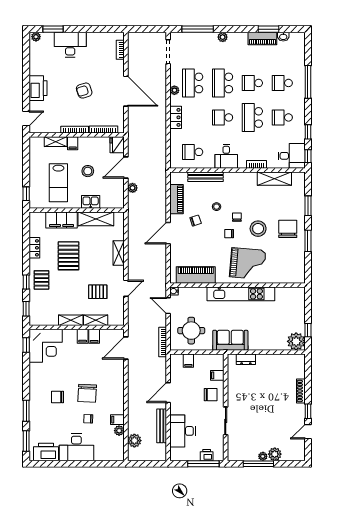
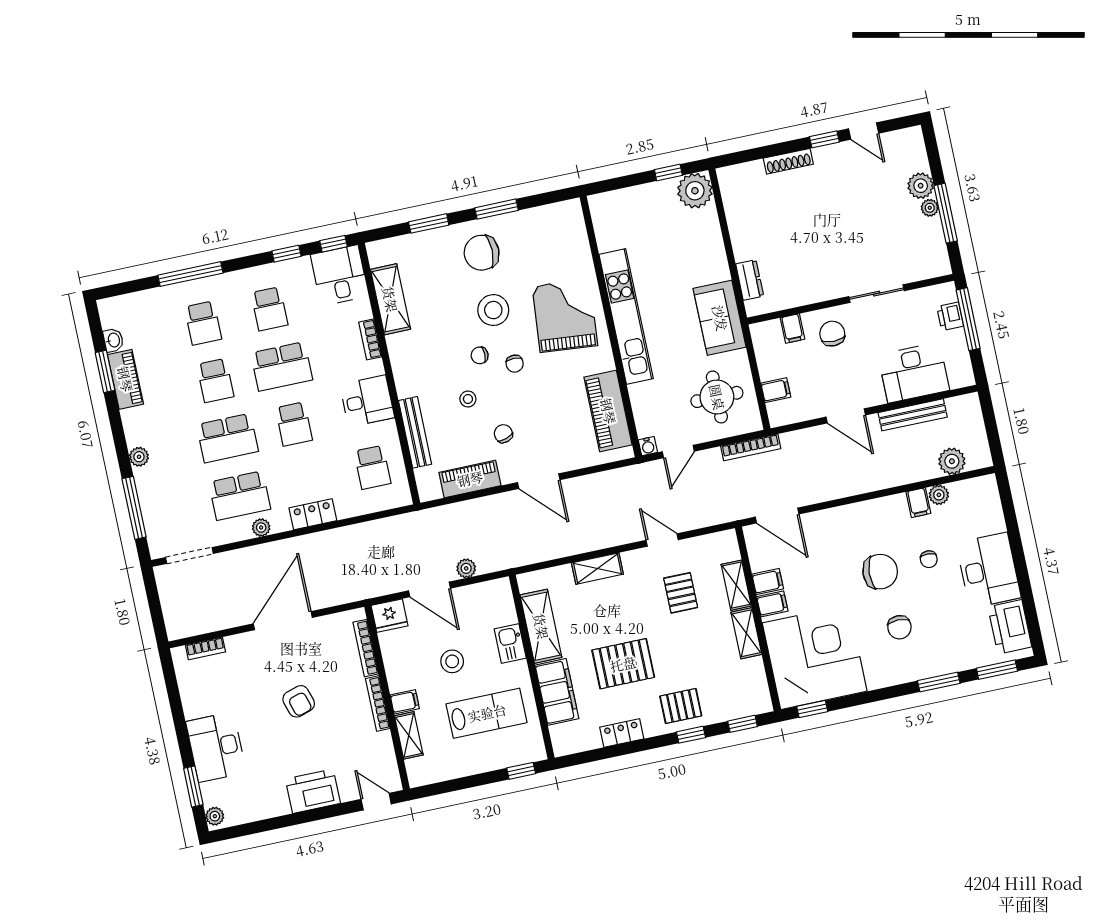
corner desk: (46, 346) -> (815, 657), width x1.36, depth x1.36

